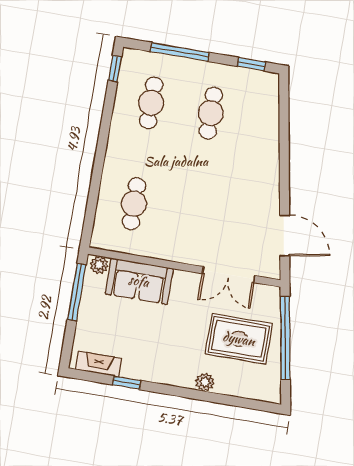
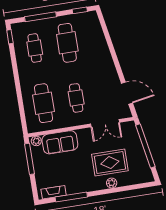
cafe table: (211, 113) -> (67, 43), width x1.37, depth x1.35
cafe table: (134, 204) -> (44, 103), width x1.37, depth x1.35
cafe table: (194, 214) -> (76, 98), added
rug: (239, 339) -> (110, 163), moved
window: (127, 383) -> (71, 197), width x2.17

